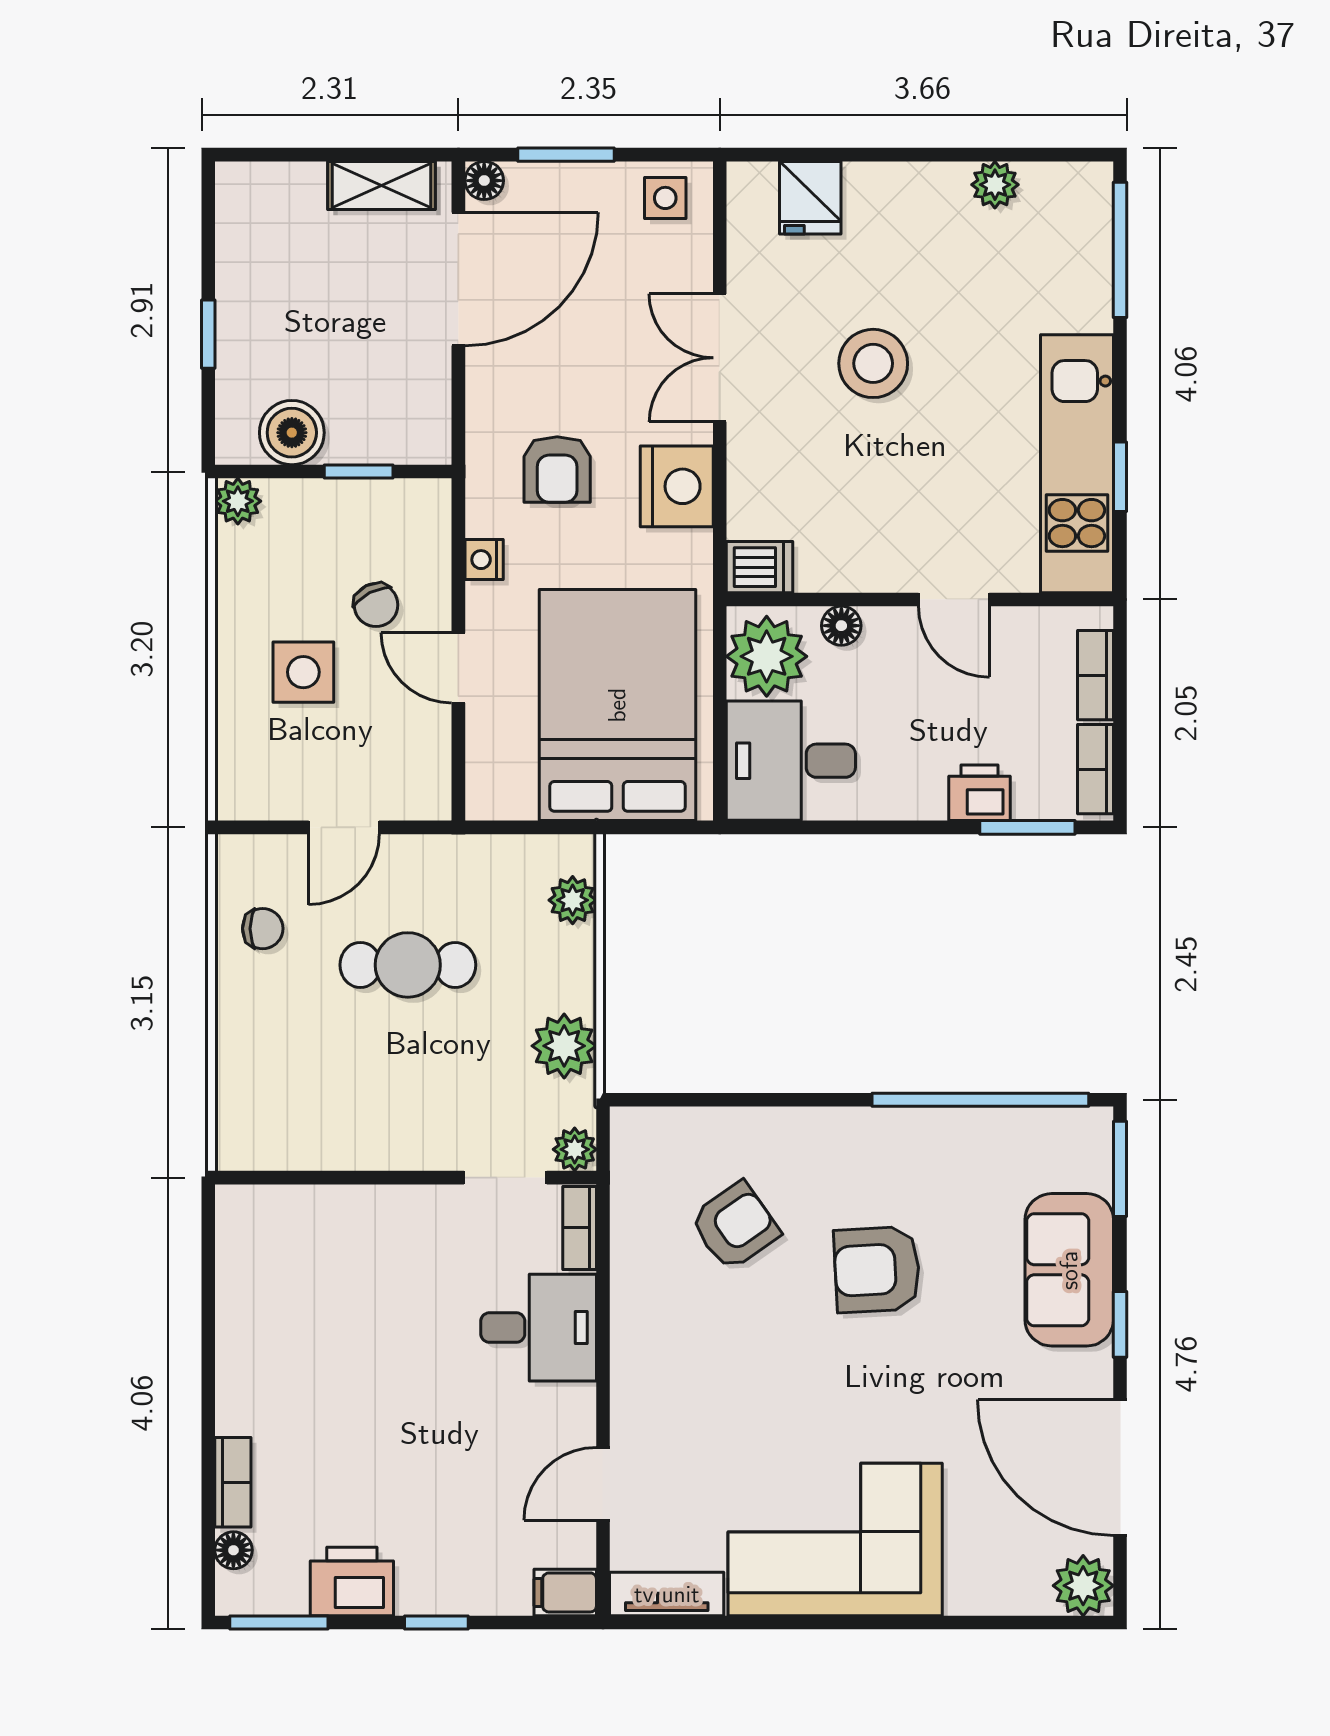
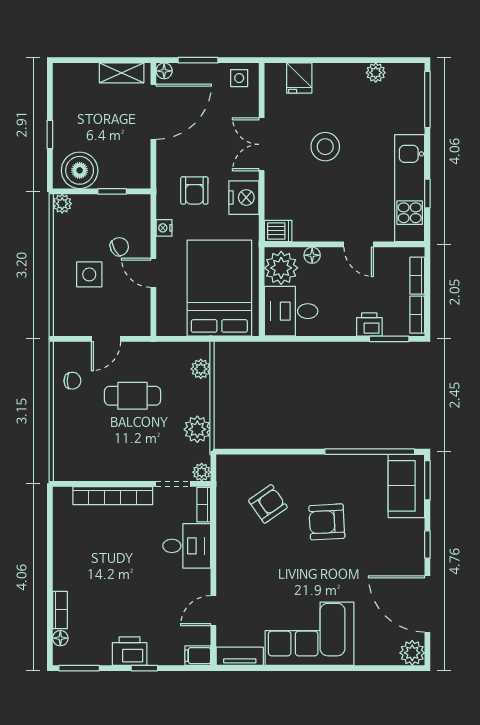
boiler: (292, 433) -> (80, 170), width x1.37, depth x1.37
chair: (376, 605) -> (119, 247), turned -91
bookcase: (360, 1206) -> (113, 496), added
sofa: (1069, 1270) -> (406, 486), moved
printer: (352, 1581) -> (130, 651), moved

